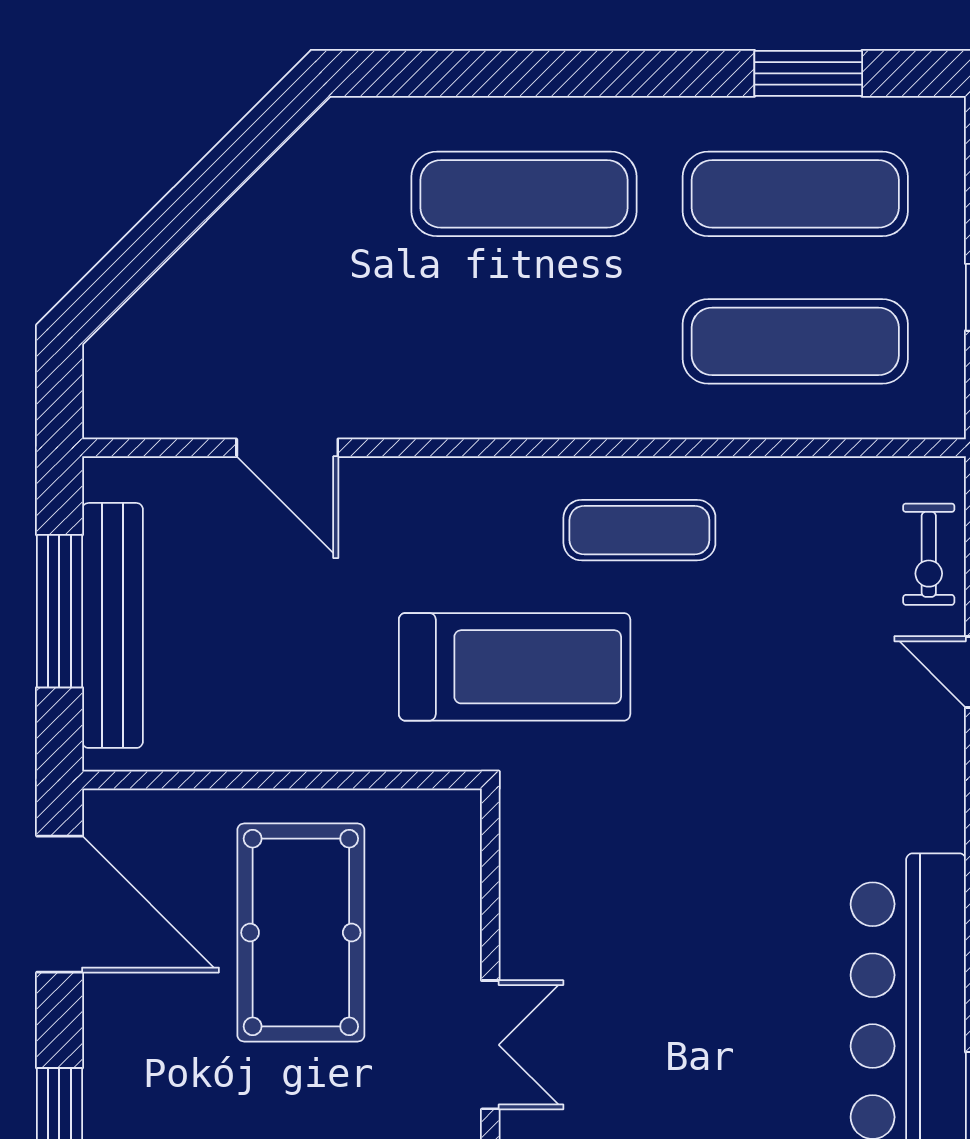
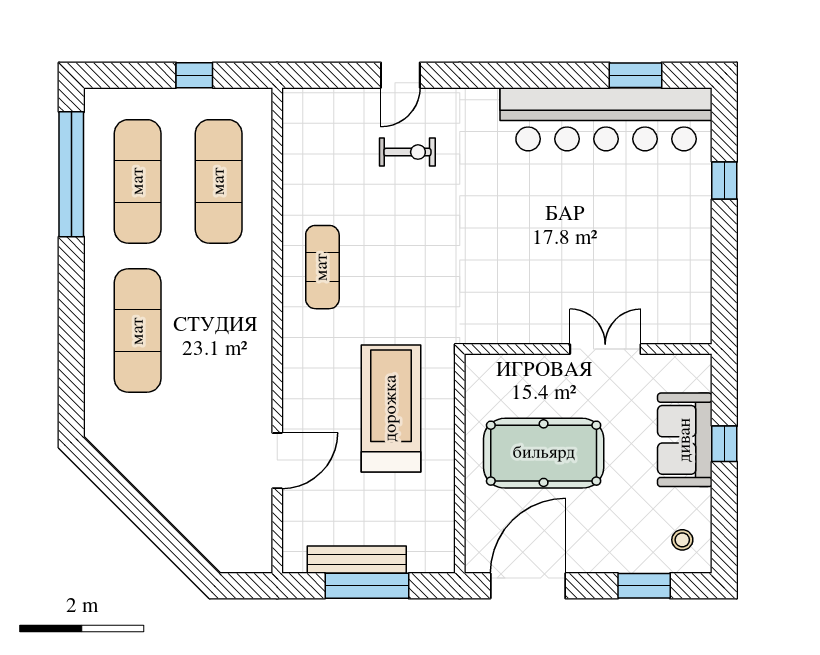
window: (808, 73) -> (71, 174), width x2.11
exercise bike: (929, 554) -> (407, 152), moved
bench: (112, 625) -> (357, 560), width x0.73, depth x0.82
treadmill: (515, 667) -> (391, 408), moved

